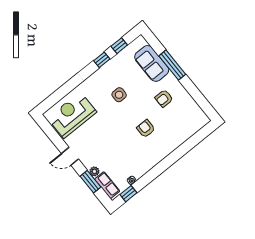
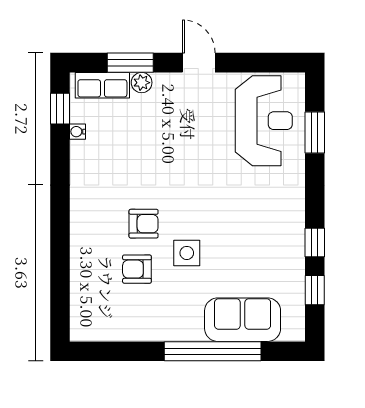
window: (172, 65) -> (213, 351), width x1.46
window: (61, 93) -> (315, 133), added
side table: (119, 95) -> (187, 253), moved
armchair: (164, 98) -> (137, 269), moved, turned -90
door: (70, 156) -> (199, 63), hinge flipped

